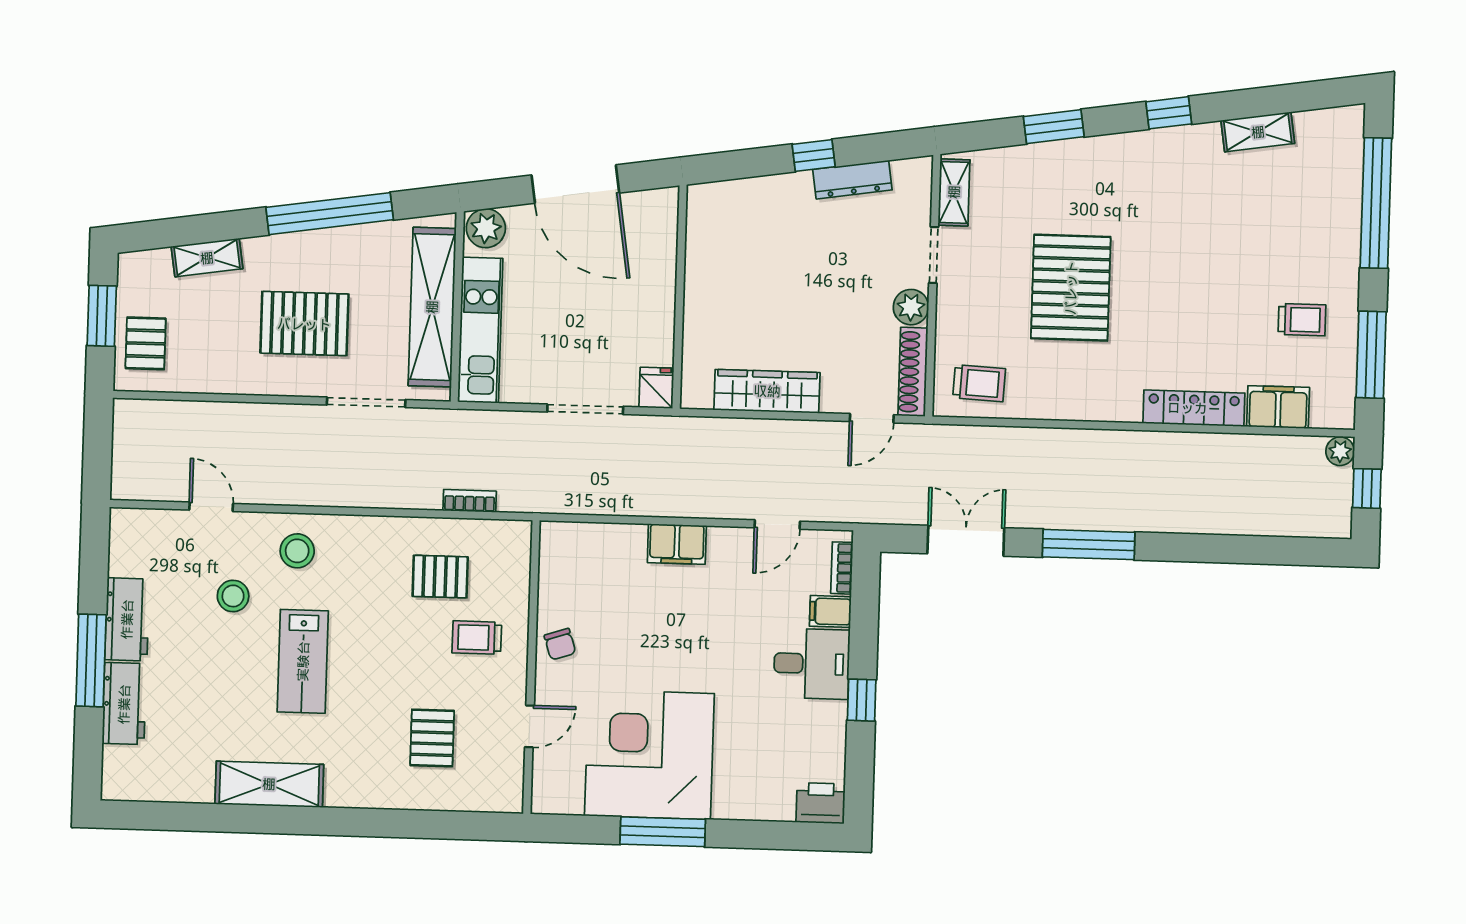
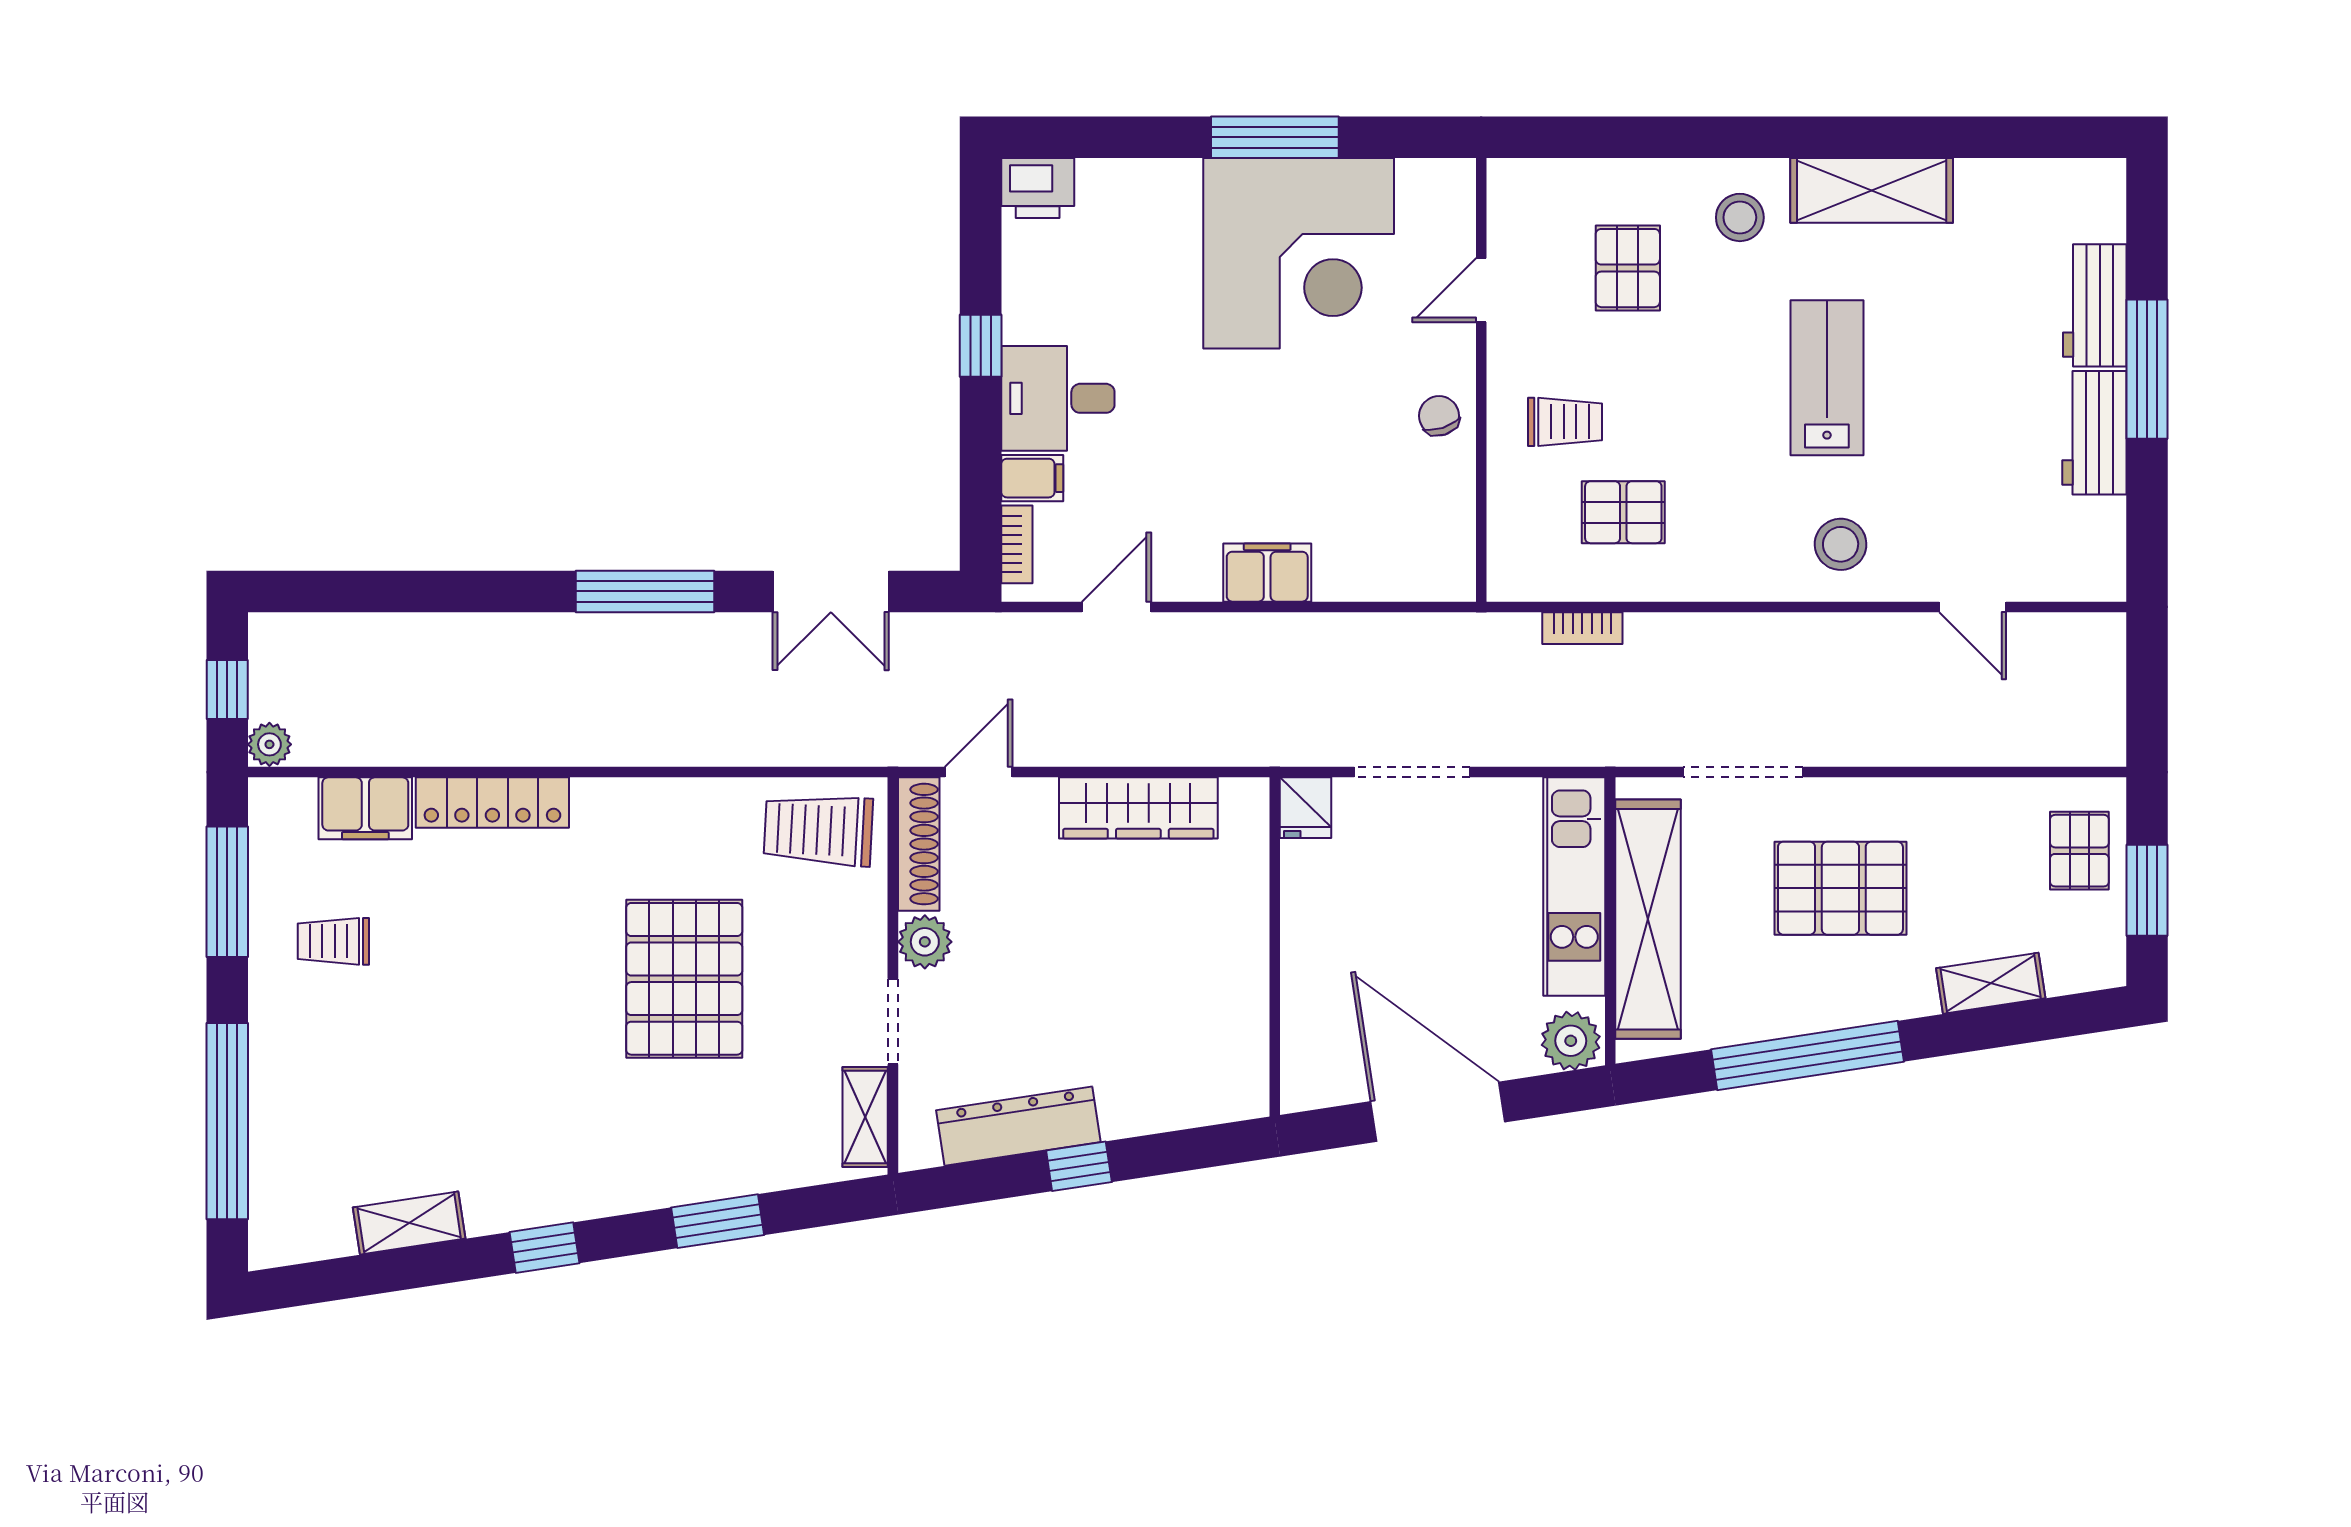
dresser: (852, 180) -> (1018, 1126), width x1.37, depth x1.24
trolley: (979, 383) -> (818, 830), width x1.36, depth x1.39
stool: (233, 596) -> (1740, 217), moved

